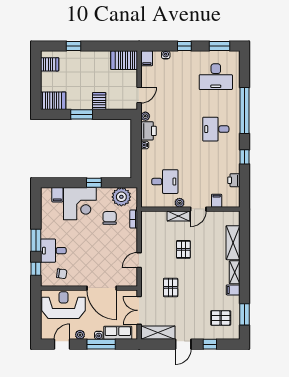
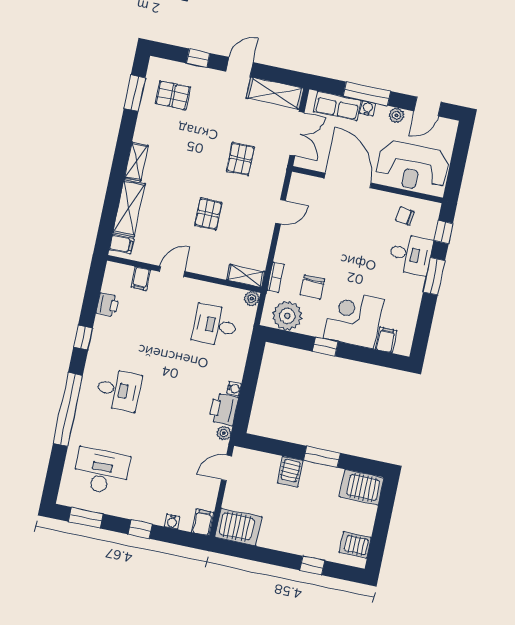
plant: (180, 203) -> (252, 299), moved
shelving: (178, 216) -> (246, 276), moved
filing cabinet: (233, 290) -> (121, 244), moved

